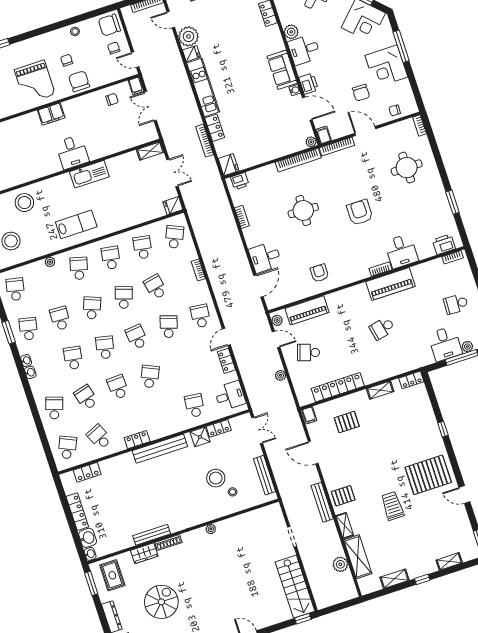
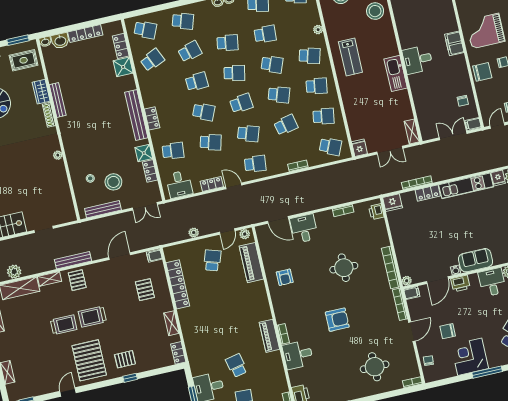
armchair: (319, 273) -> (285, 277), turned 90
piano: (390, 284) -> (269, 336), width x0.73, depth x0.75
school desk: (382, 328) -> (236, 365), moved
school desk: (182, 366) -> (211, 142), added
pallet: (423, 437) -> (125, 359), added
locker: (137, 440) -> (152, 118), moved
shower: (110, 468) -> (123, 67), added
trolley: (381, 476) -> (92, 317), added
stool: (216, 478) -> (113, 182), moved

